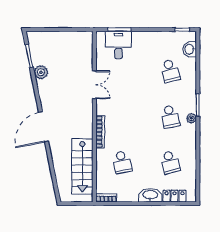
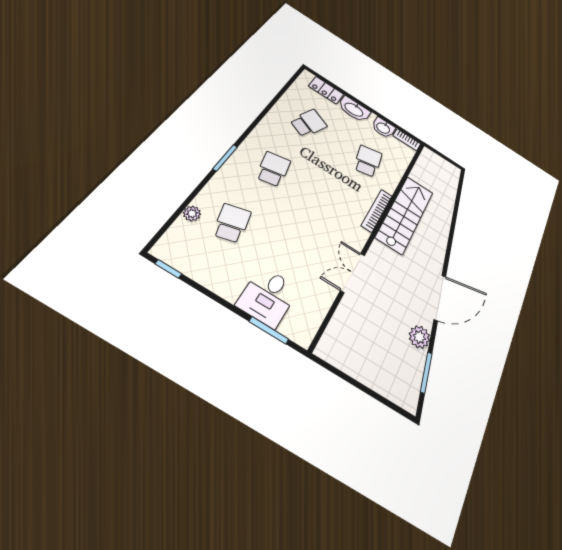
desk: (118, 45) -> (268, 297), moved
washbasin: (190, 49) -> (383, 128), moved, turned 90
plant: (191, 118) -> (192, 213), moved
door: (44, 127) -> (440, 298), moved
school desk: (170, 162) -> (309, 123), turned 39
stairs: (82, 166) -> (405, 214), moved

